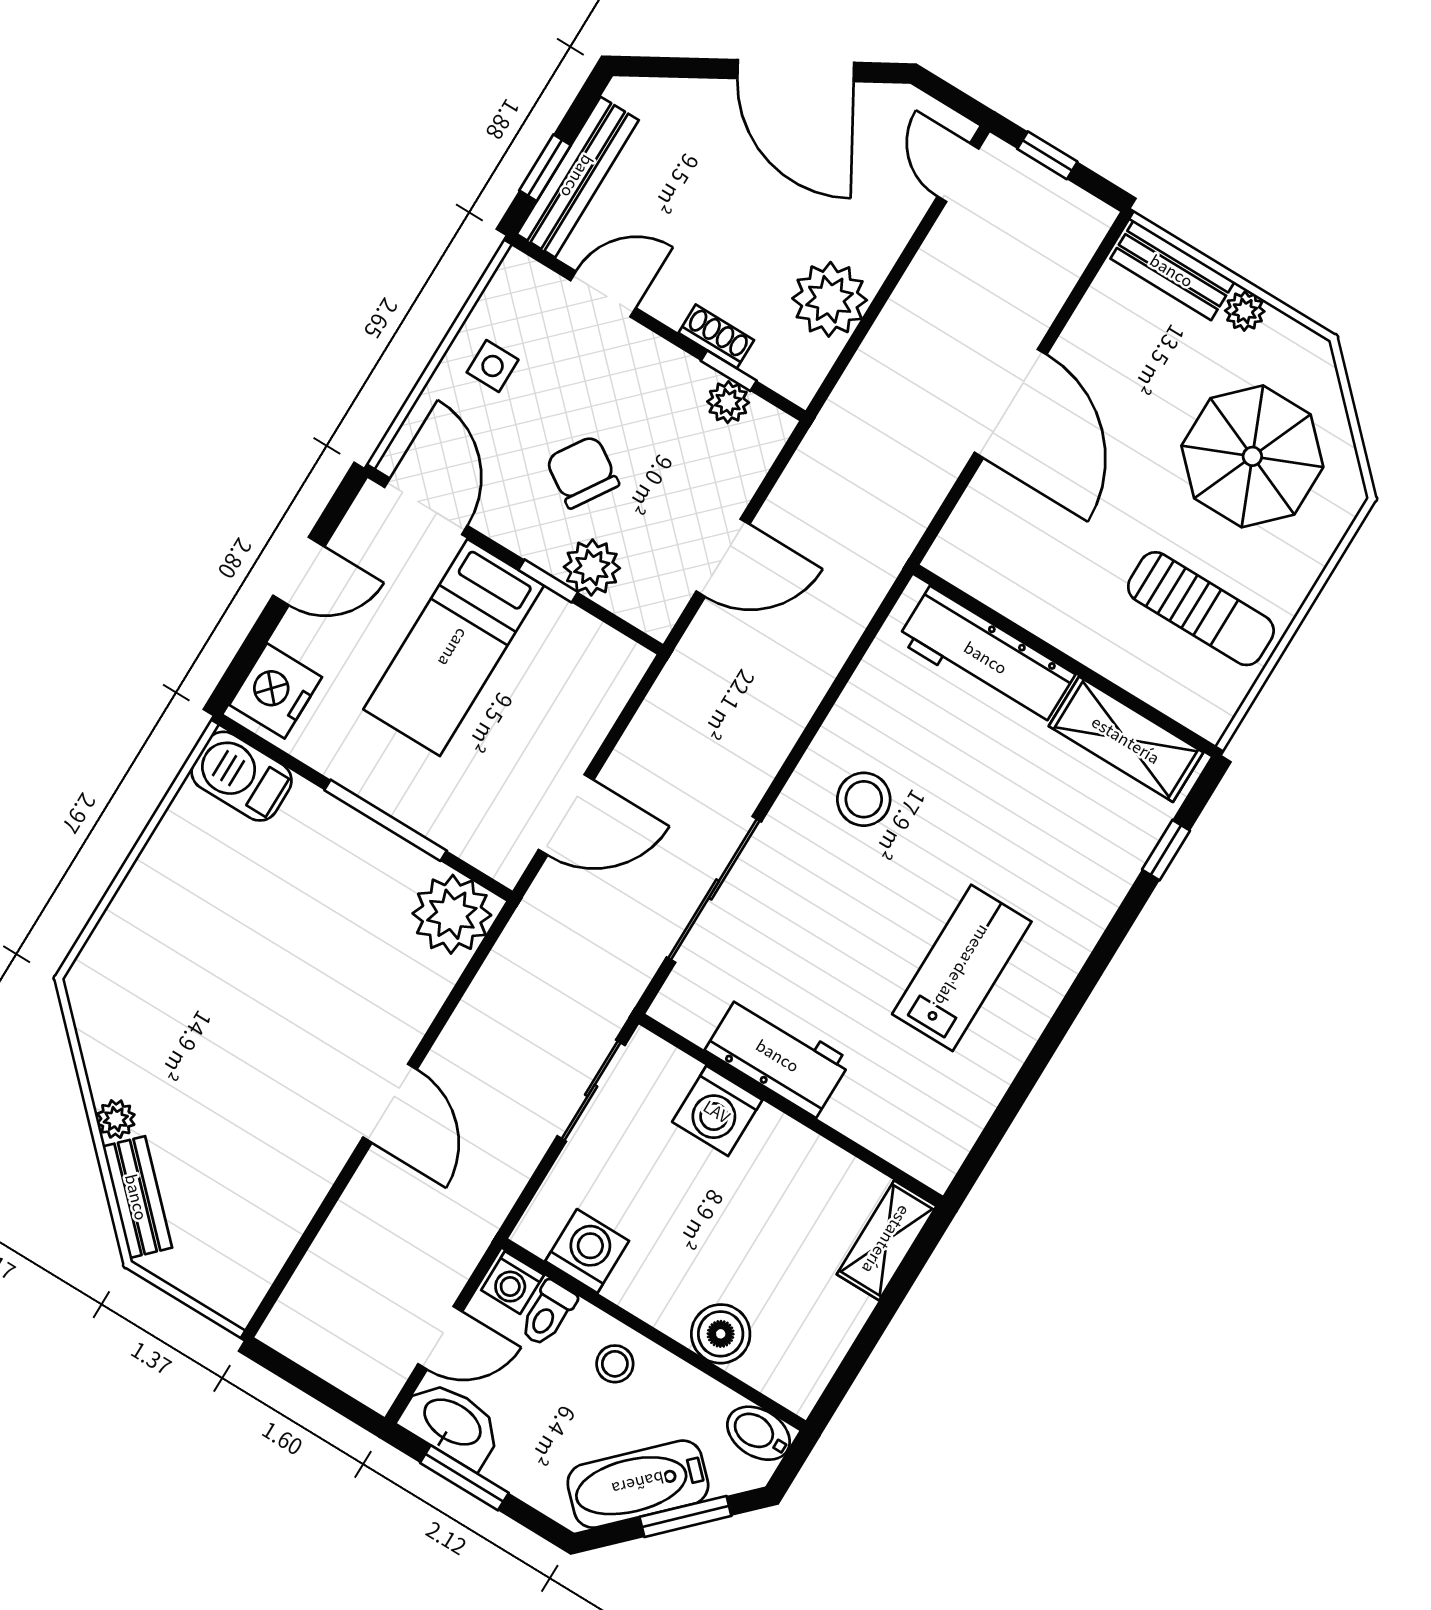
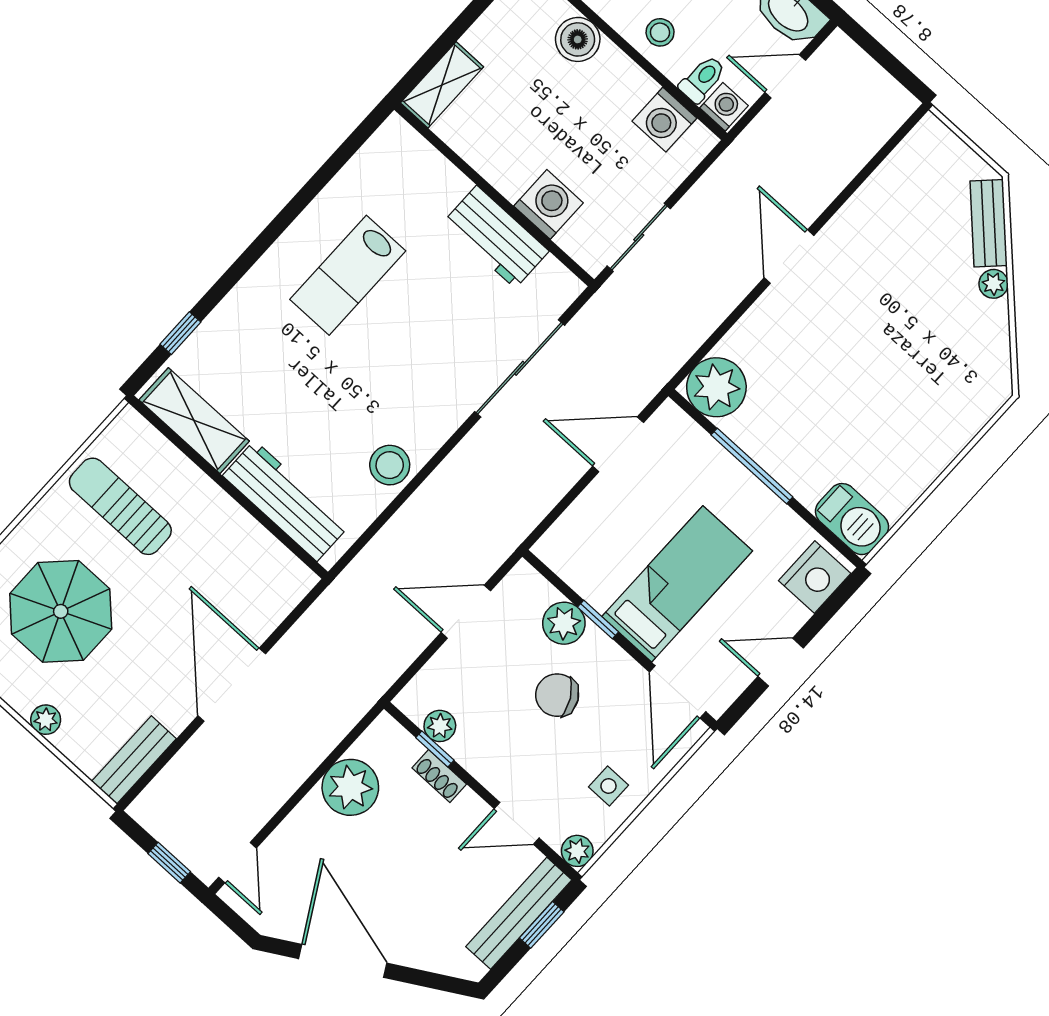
bench: (1172, 270) -> (134, 760), moved, turned 90
plant: (517, 273) -> (577, 851), added
chair: (582, 472) -> (557, 695), turned 118
stool: (864, 799) -> (390, 465), moved

